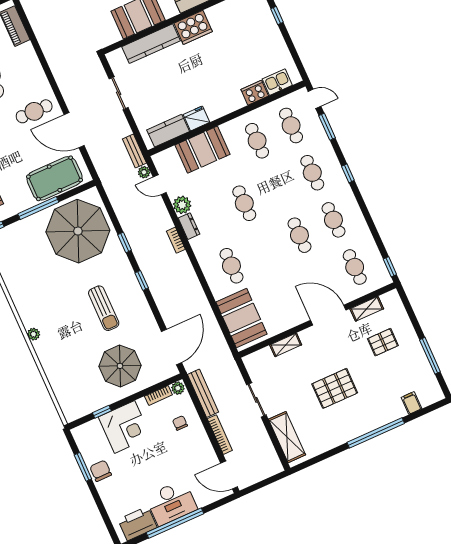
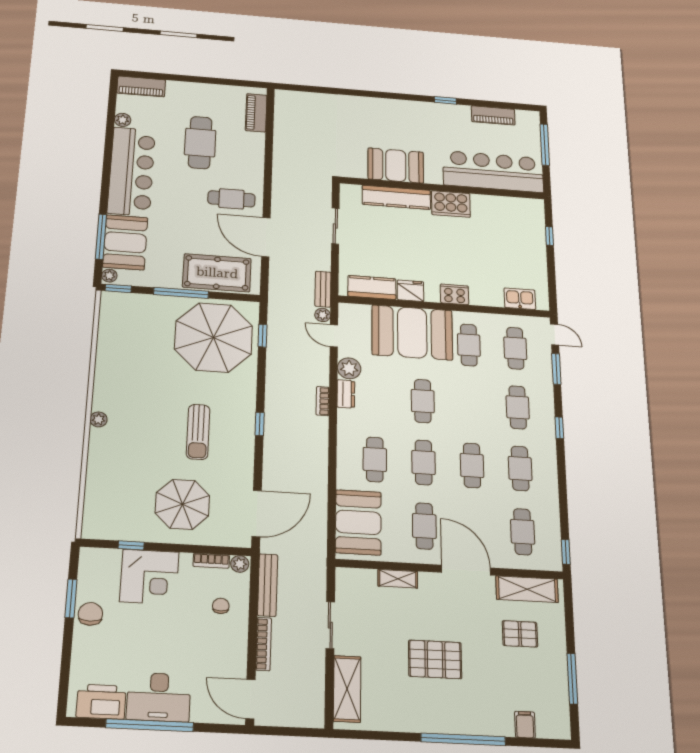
cooker: (255, 93) -> (455, 294), moved
booth: (203, 150) -> (412, 332), width x1.36, depth x1.42
window: (125, 242) -> (263, 336), moved
cafe table: (265, 250) -> (424, 462), added
cafe table: (287, 298) -> (424, 526), added
shelving: (367, 309) -> (527, 589), width x1.50, depth x1.33

